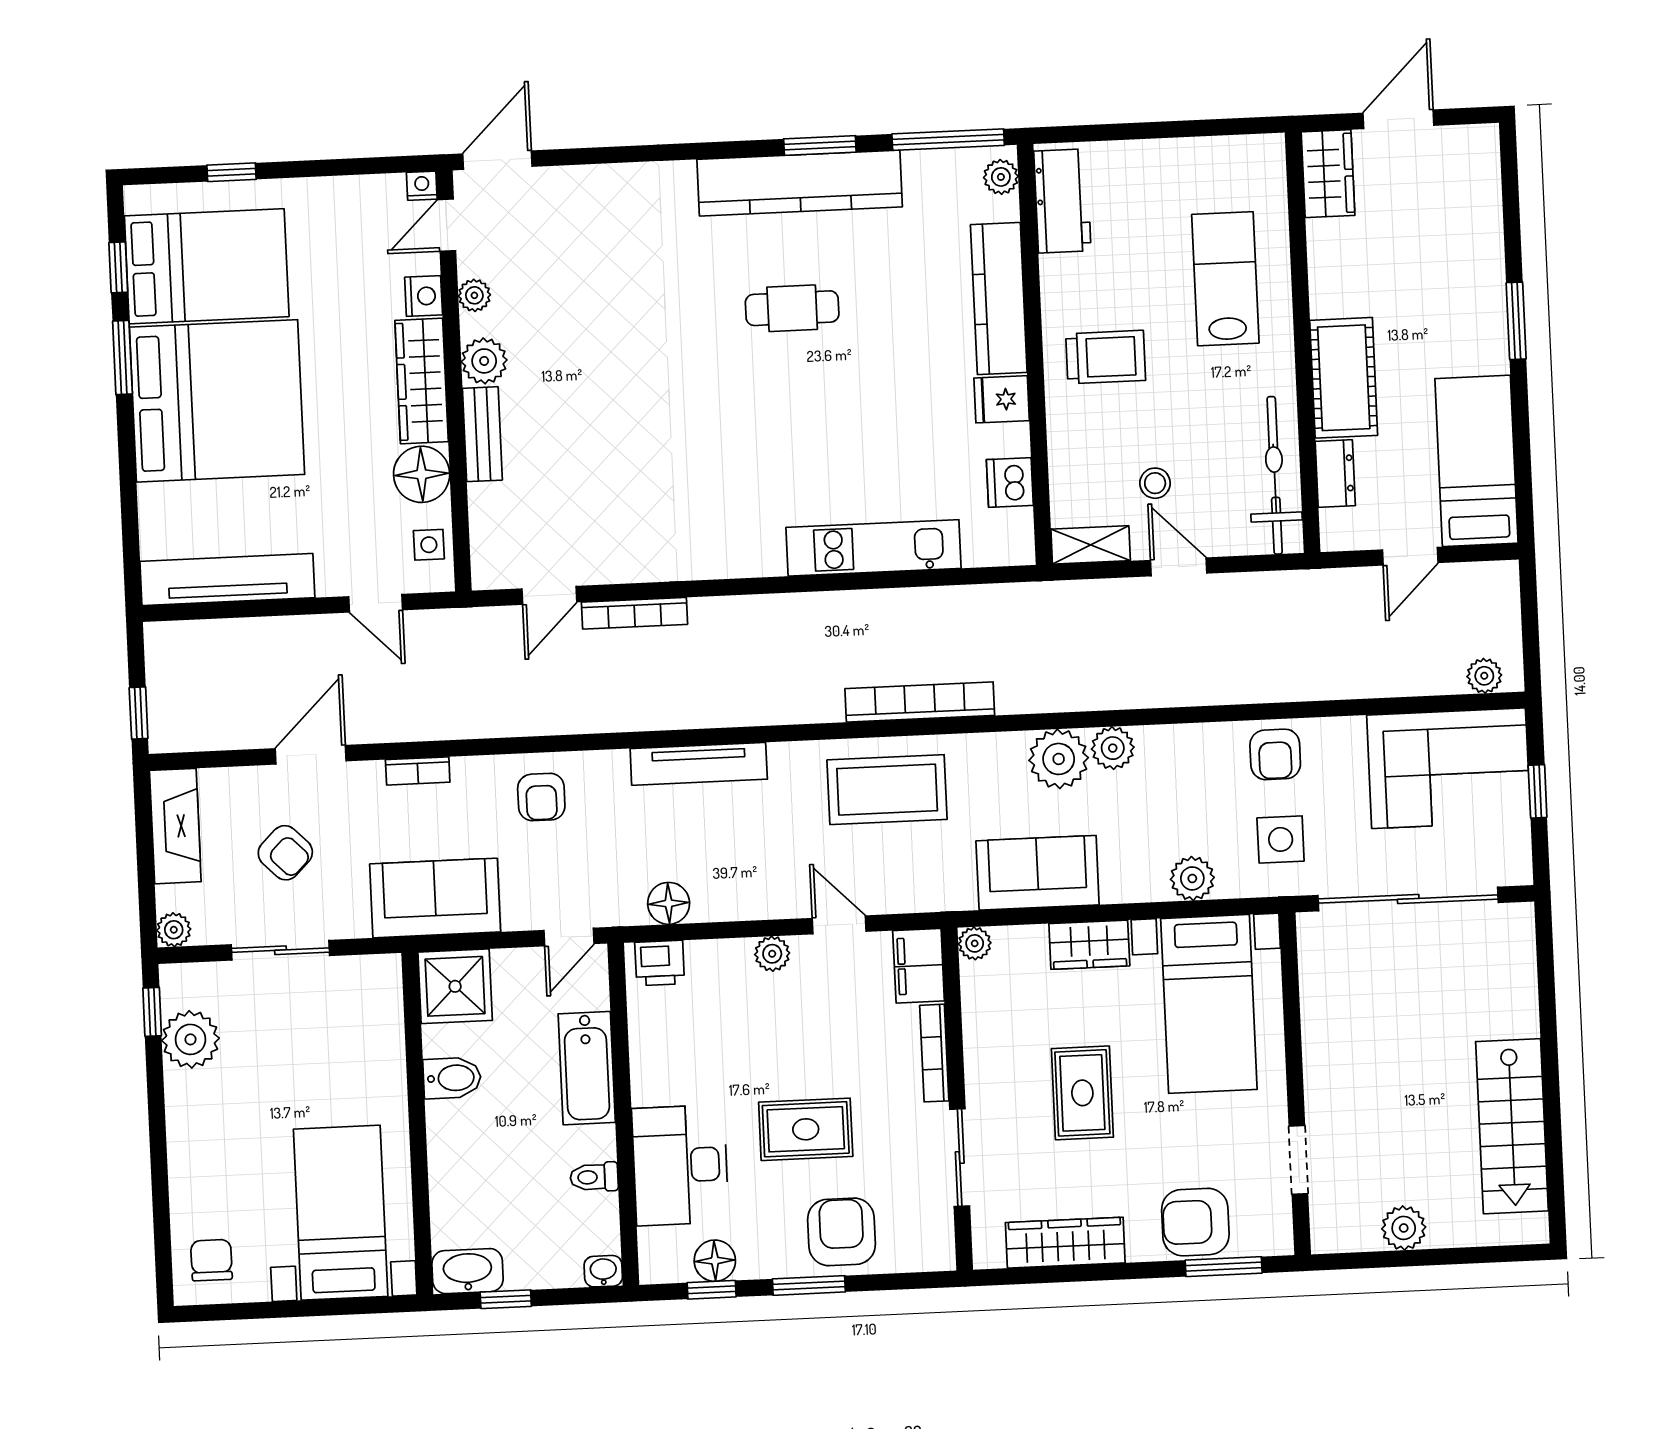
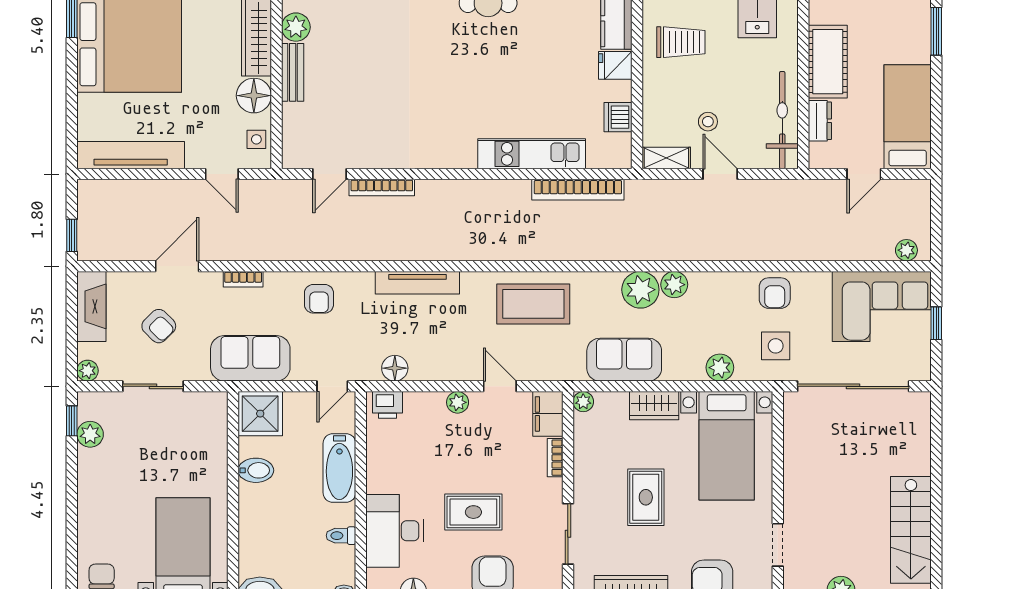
bookcase: (920, 702) -> (578, 190), moved, turned 180
plant: (190, 1039) -> (90, 434), width x0.73, depth x0.73
bookcase: (934, 1053) -> (555, 458), width x0.64

